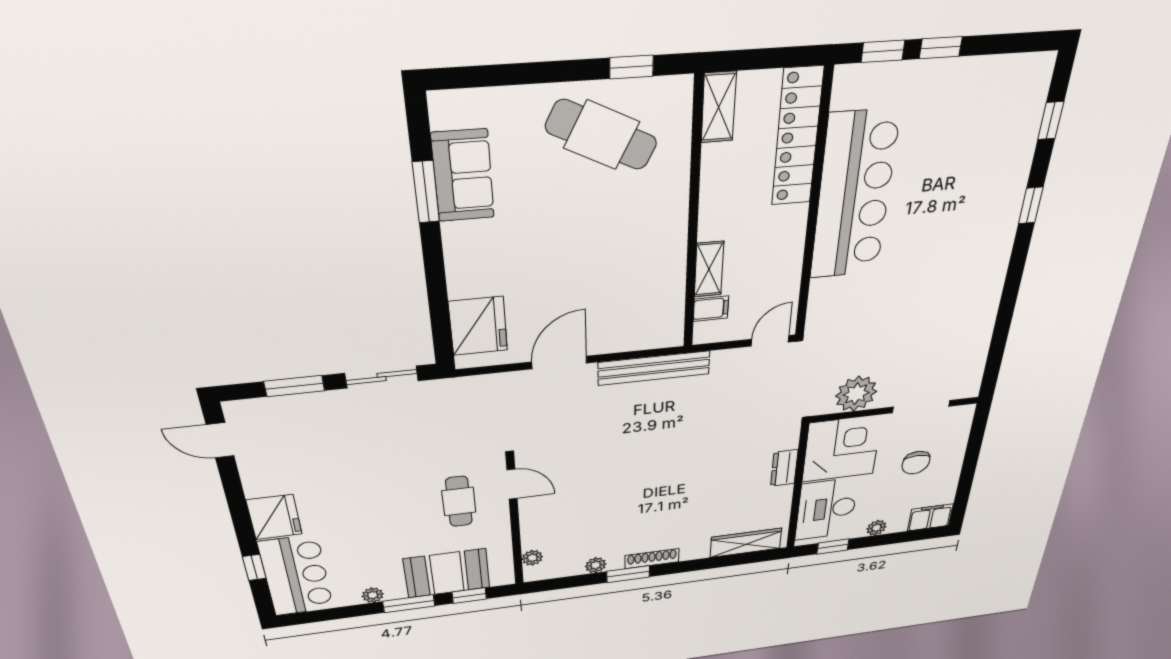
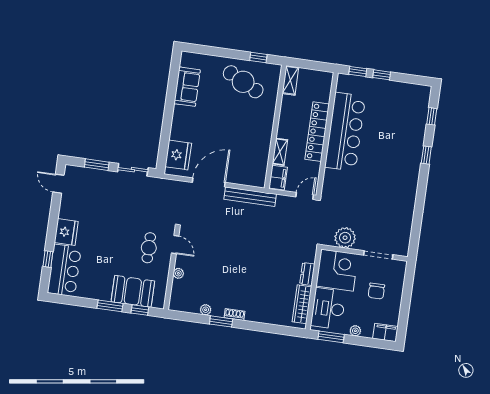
locker: (797, 137) -> (317, 132), moved
window: (426, 192) -> (172, 90), removed
filing cabinet: (711, 309) -> (278, 178), width x2.00
door: (559, 363) -> (209, 182), width x1.36
wardrobe: (746, 543) -> (302, 304), moved, turned -90
window: (833, 547) -> (331, 337), width x1.50
plant: (532, 558) -> (178, 273), moved
shoe rack: (652, 559) -> (235, 314), width x0.70
plant: (373, 595) -> (95, 294), removed

